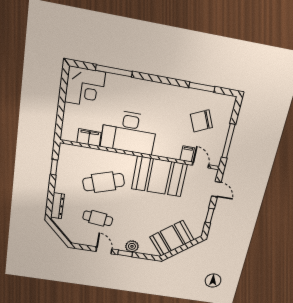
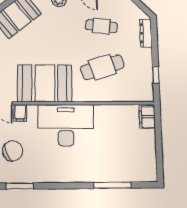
corner desk: (85, 87) -> (138, 163), removed
desk: (129, 132) -> (66, 125), moved
filing cabinet: (89, 138) -> (147, 117), moved, turned 90

